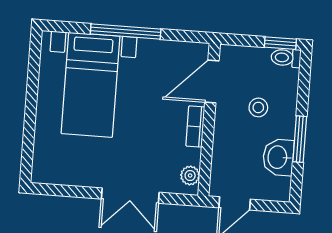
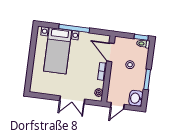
door: (212, 82) -> (110, 52), hinge flipped
washbasin: (278, 157) -> (136, 98), moved

